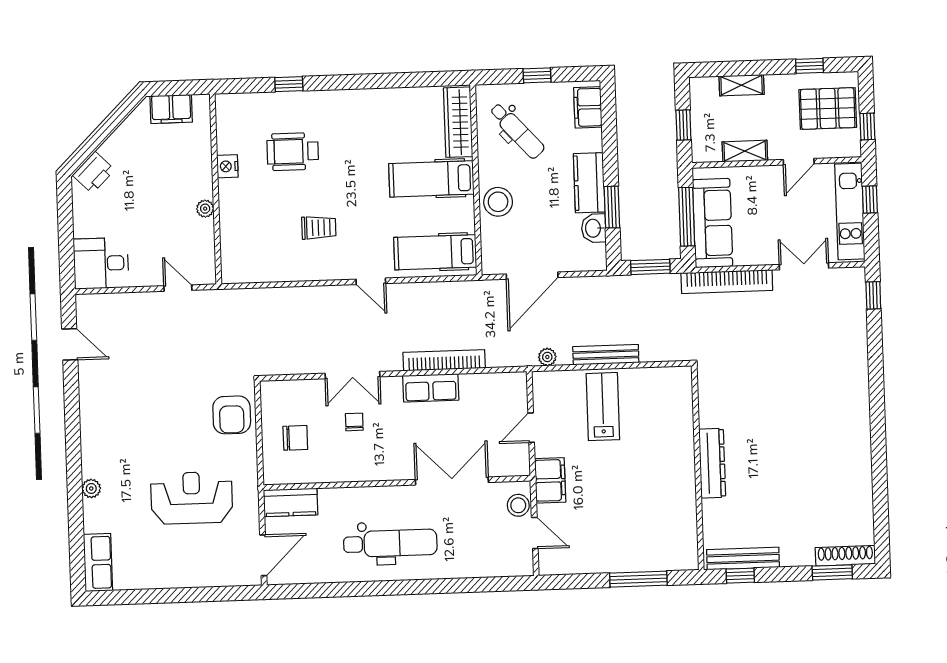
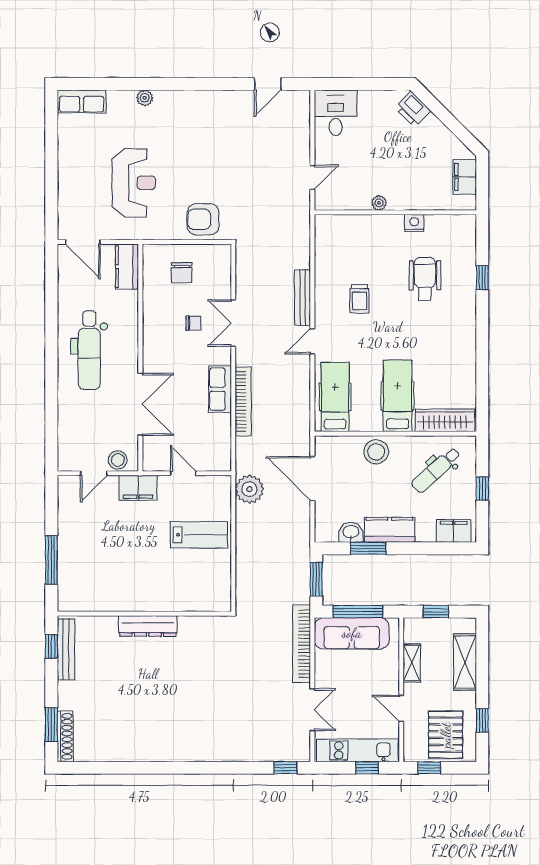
shelving: (742, 85) -> (465, 662), width x1.50, depth x1.33
bench: (606, 355) -> (303, 298), moved
plant: (547, 357) -> (250, 489), width x1.88, depth x1.88

